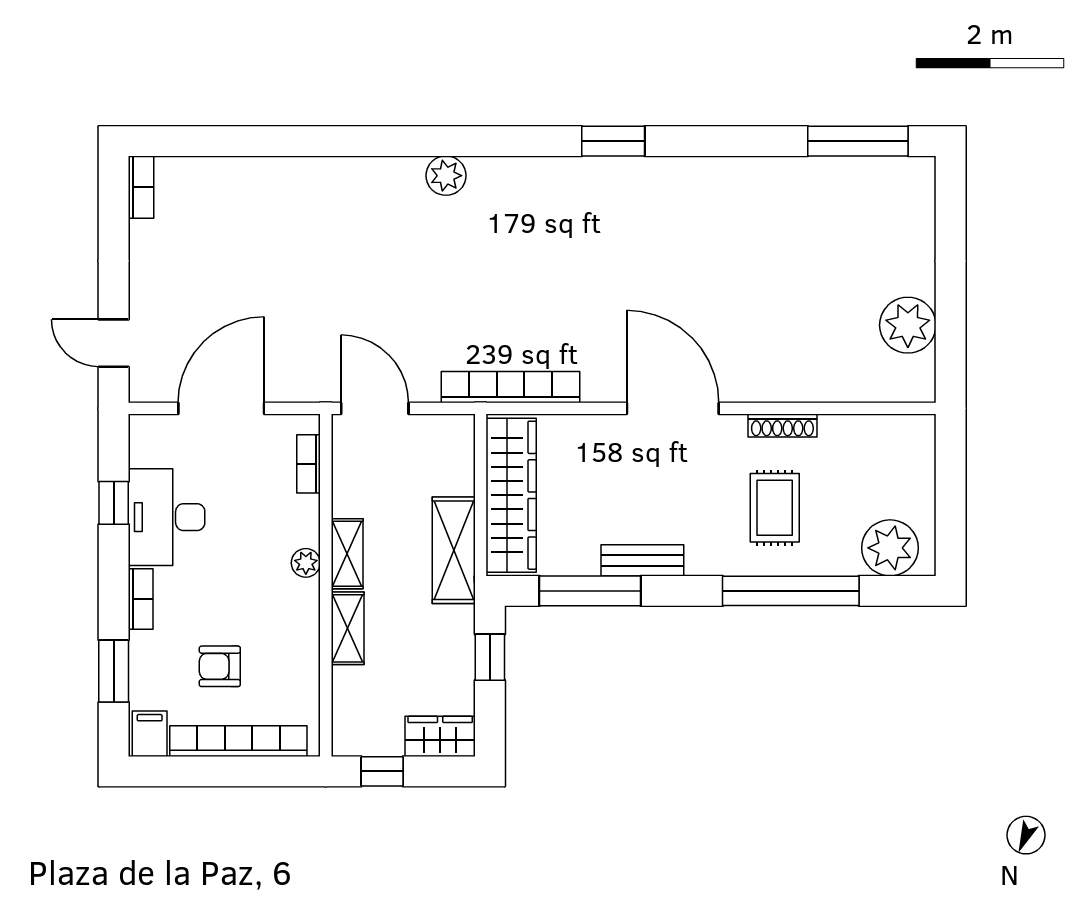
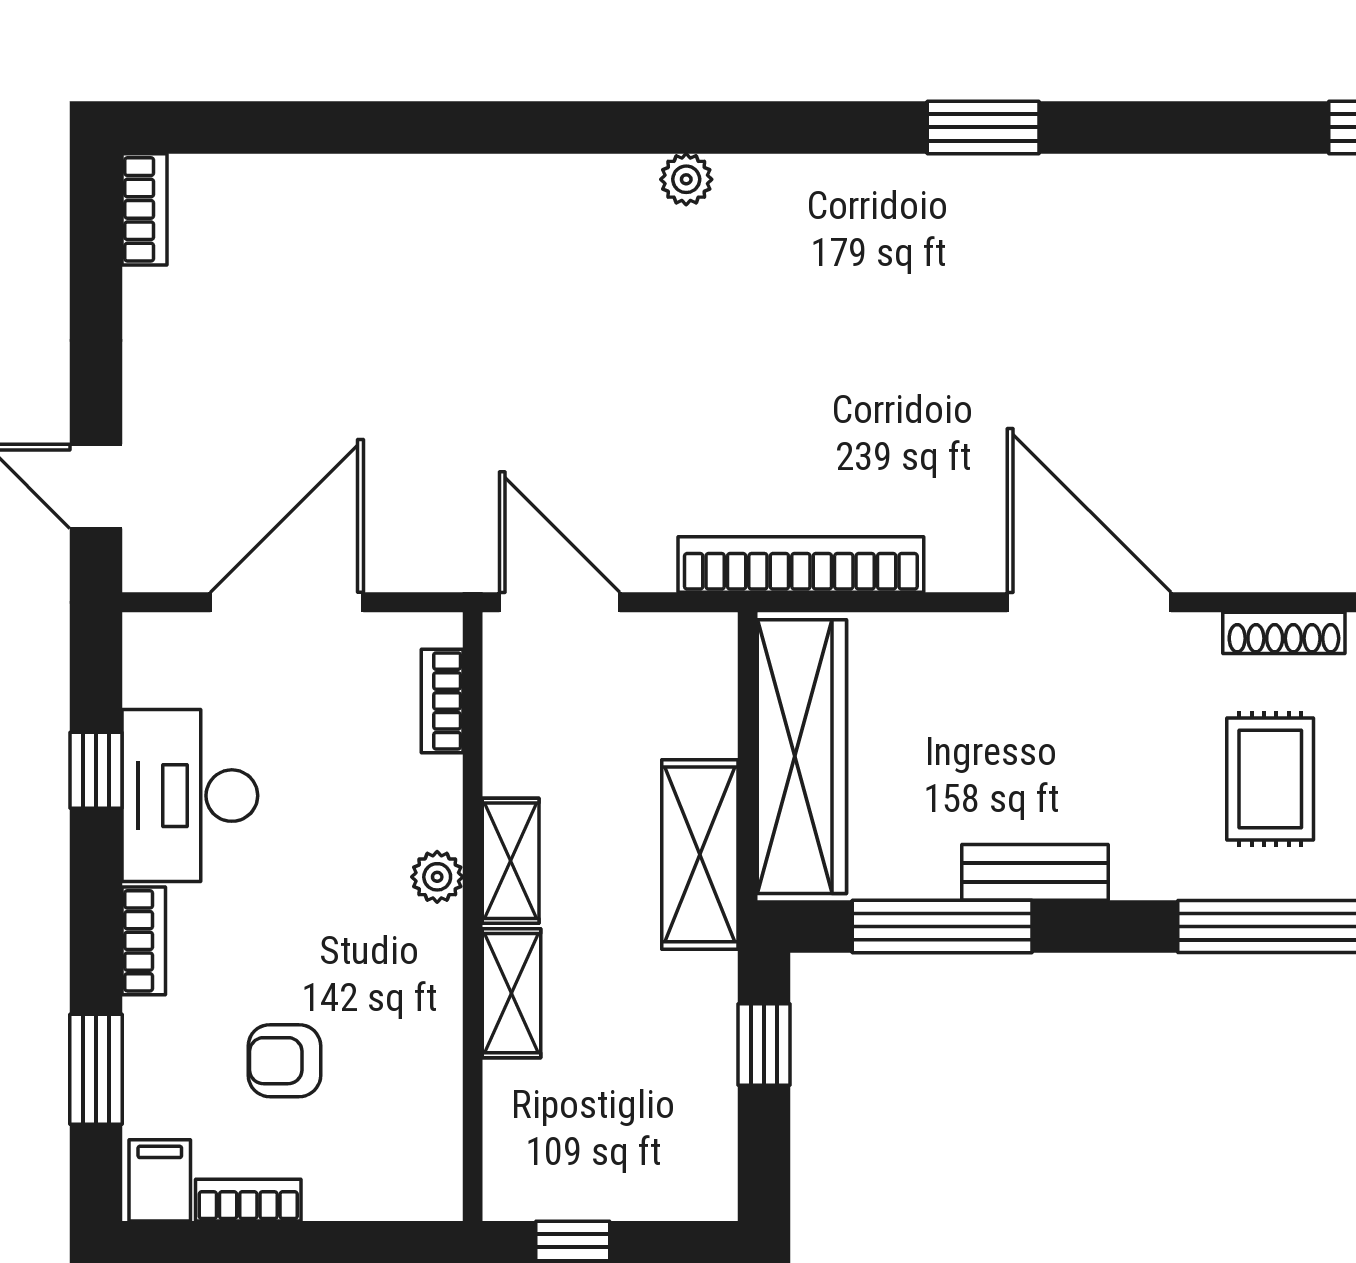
plant: (446, 176) -> (686, 179), width x0.73, depth x0.73
wardrobe: (440, 736) -> (676, 1185), removed
bookcase: (238, 741) -> (248, 1200), width x0.43, depth x0.76

